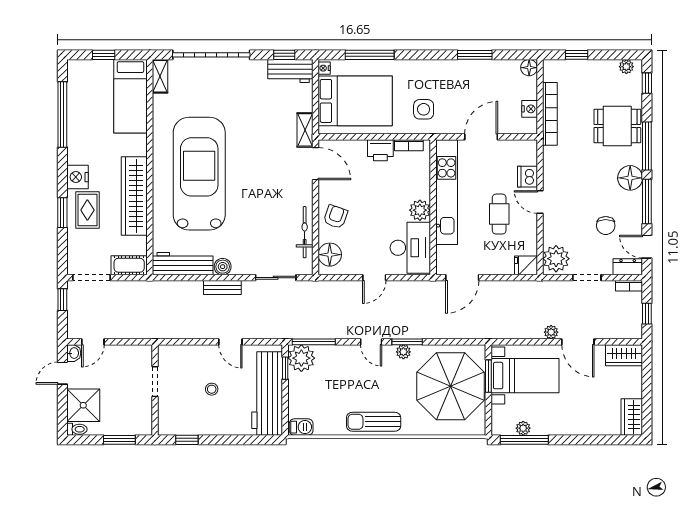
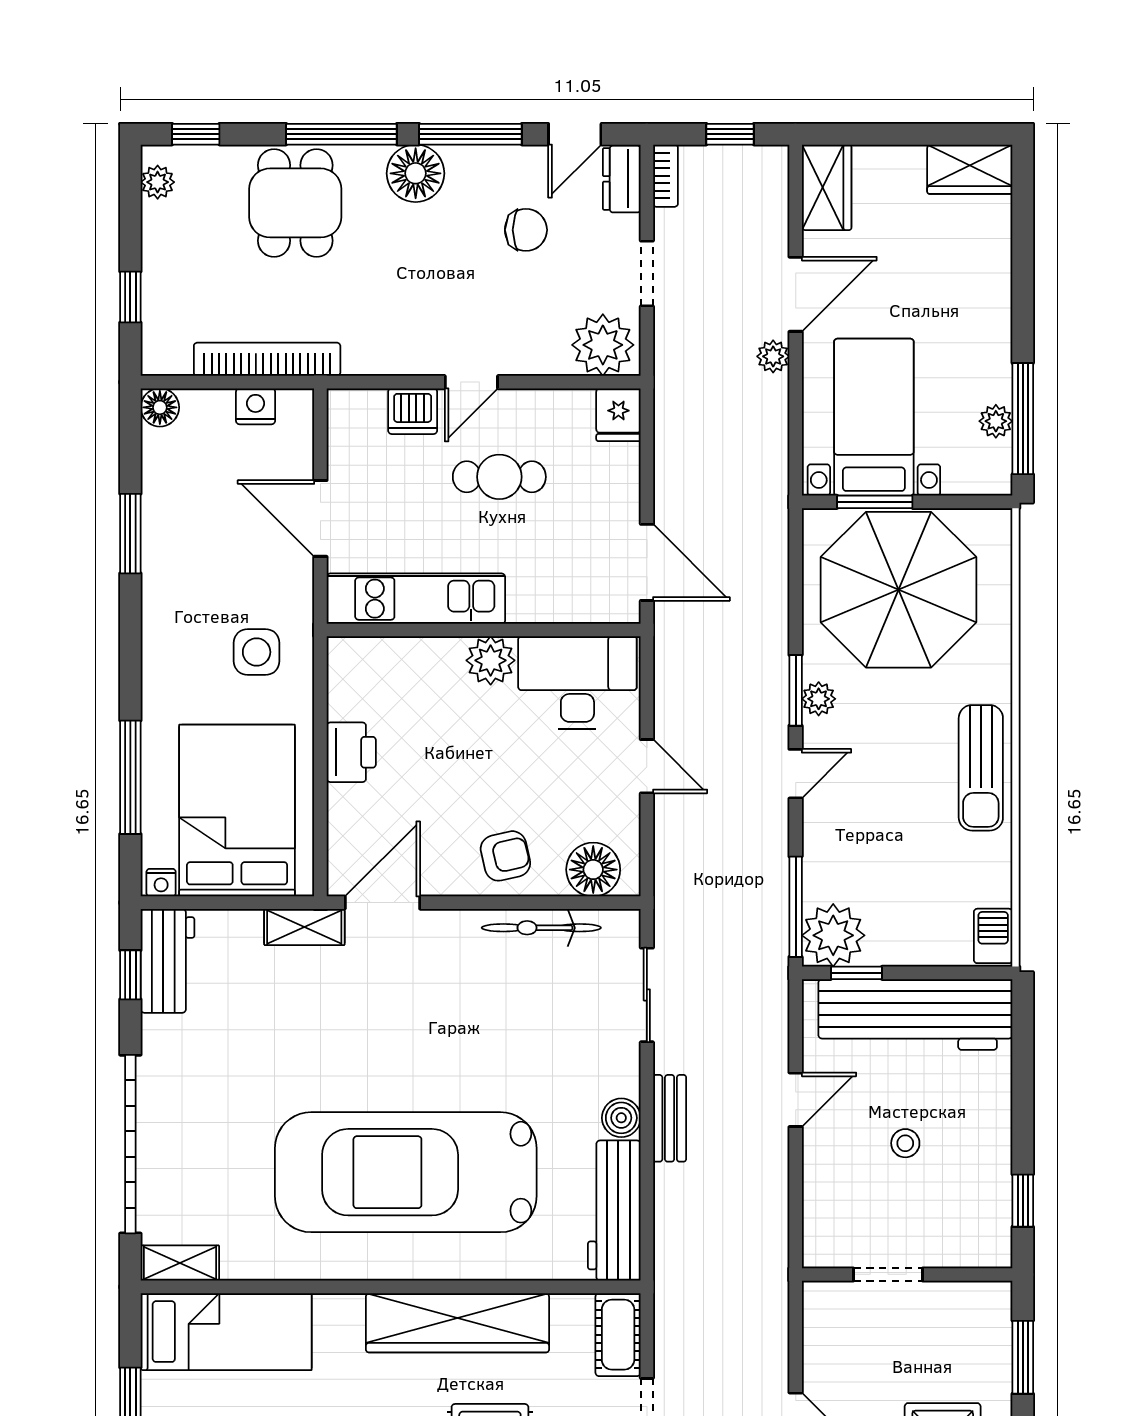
bookcase: (409, 145) -> (340, 686), removed
kitchen unit: (447, 192) -> (416, 599), width x0.73
armchair: (336, 217) -> (505, 856), turned 148

